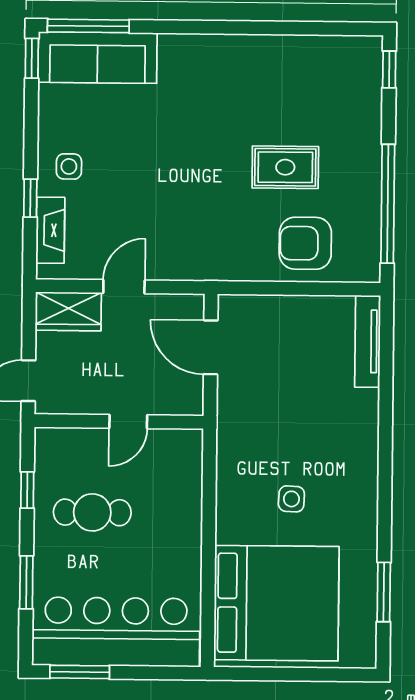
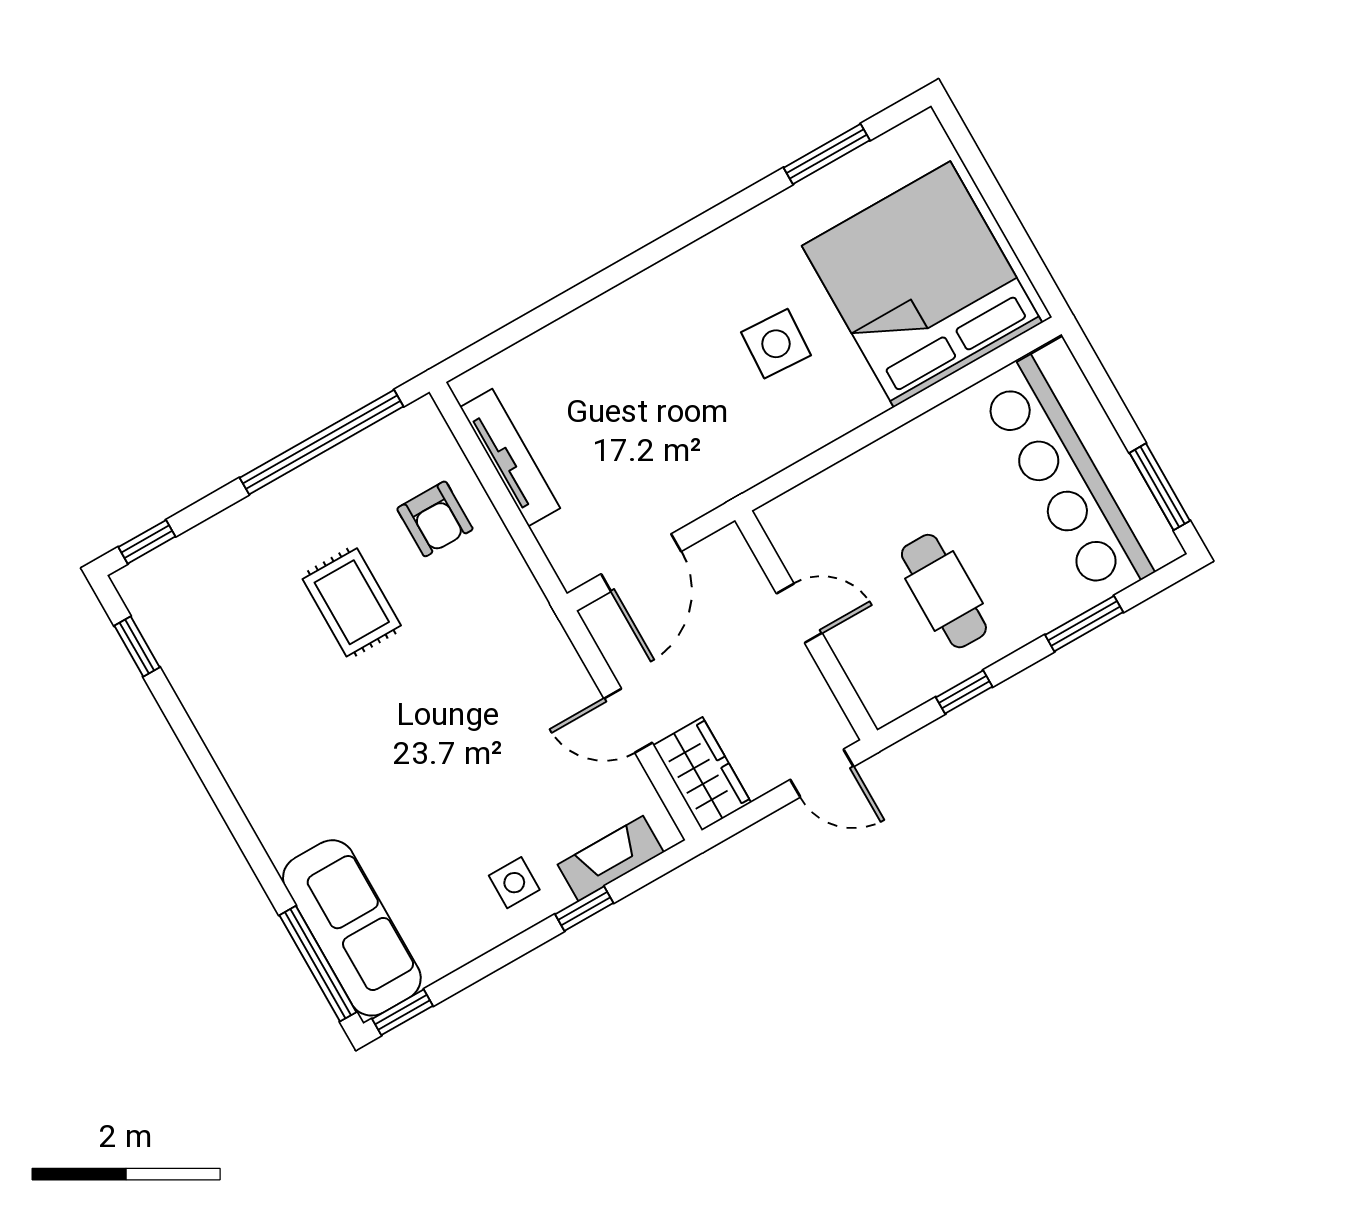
window: (332, 28) -> (137, 646), added
armchair: (305, 243) -> (435, 519), width x0.72, depth x0.72
tv unit: (368, 341) -> (510, 458), moved, turned -90
side table: (291, 499) -> (776, 344), width x1.37, depth x1.37

